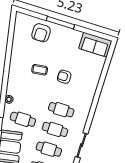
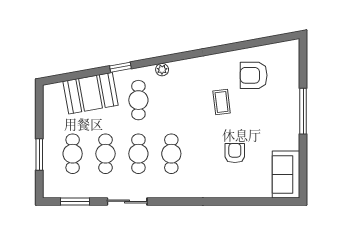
armchair: (41, 33) -> (254, 75), moved
armchair: (64, 77) -> (235, 153), moved

